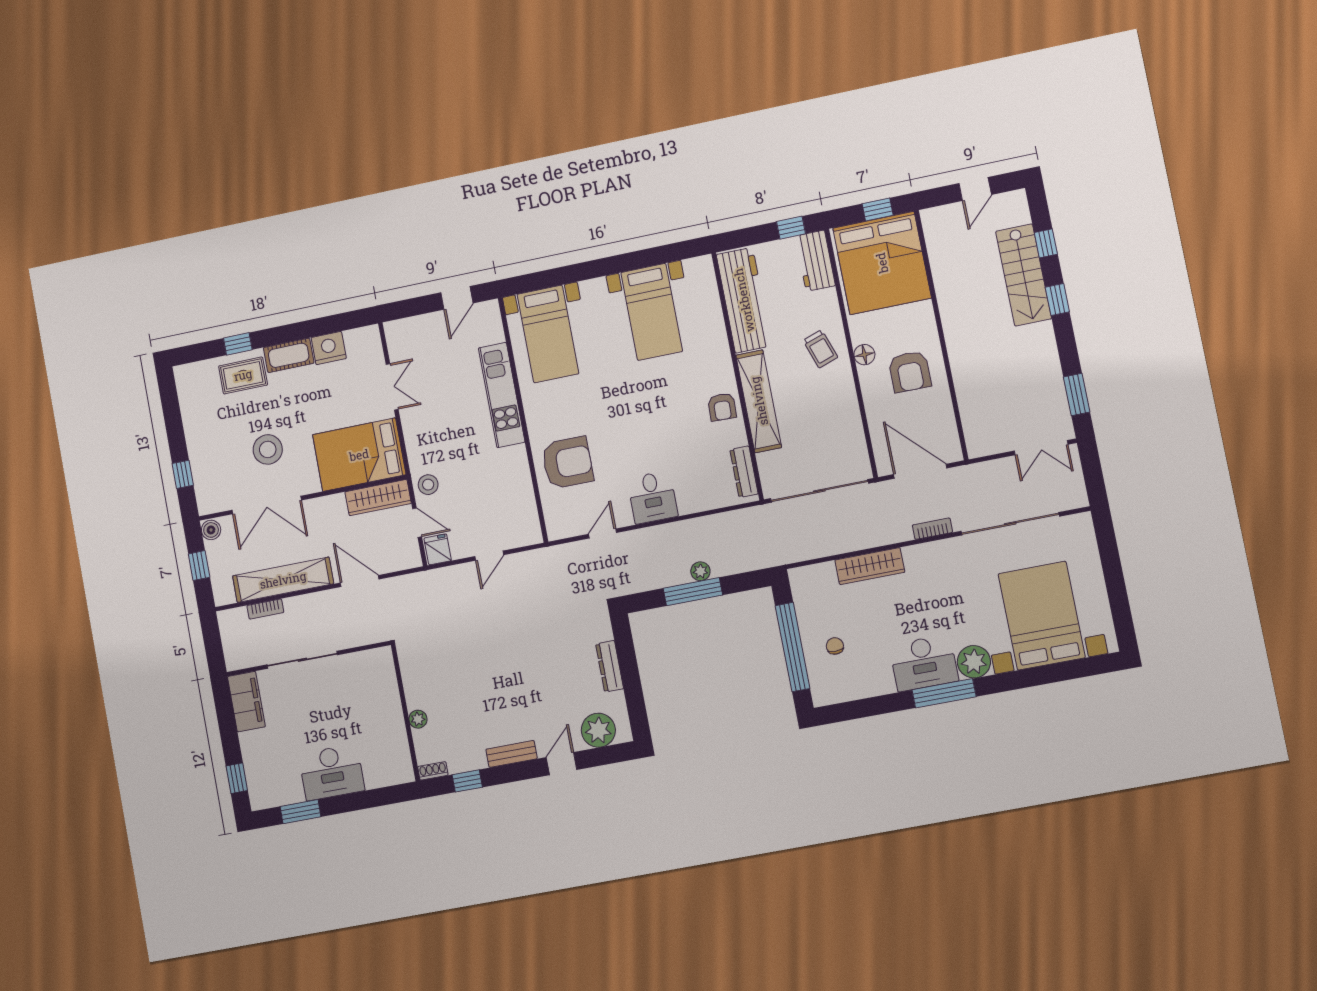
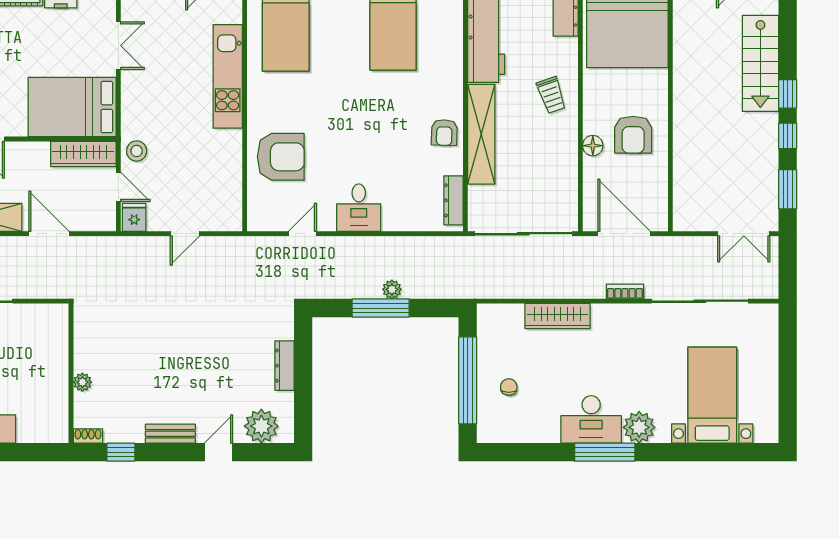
window: (1046, 243) -> (788, 136), moved
floor lamp: (864, 355) -> (593, 146), moved
bed with nightstands: (1042, 616) -> (712, 395), width x0.73

